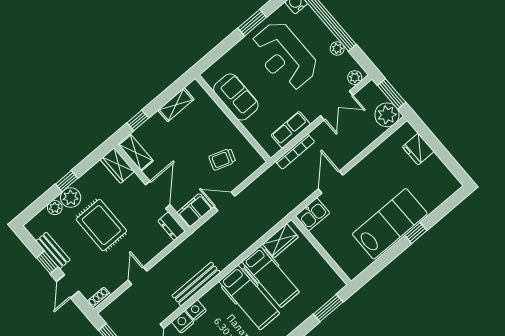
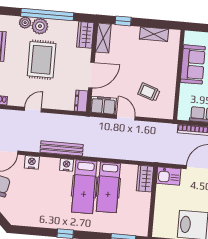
window: (67, 181) -> (47, 14), width x3.17
wardrobe: (280, 240) -> (145, 179), moved, turned 90
nightstand: (196, 310) -> (67, 165), moved

